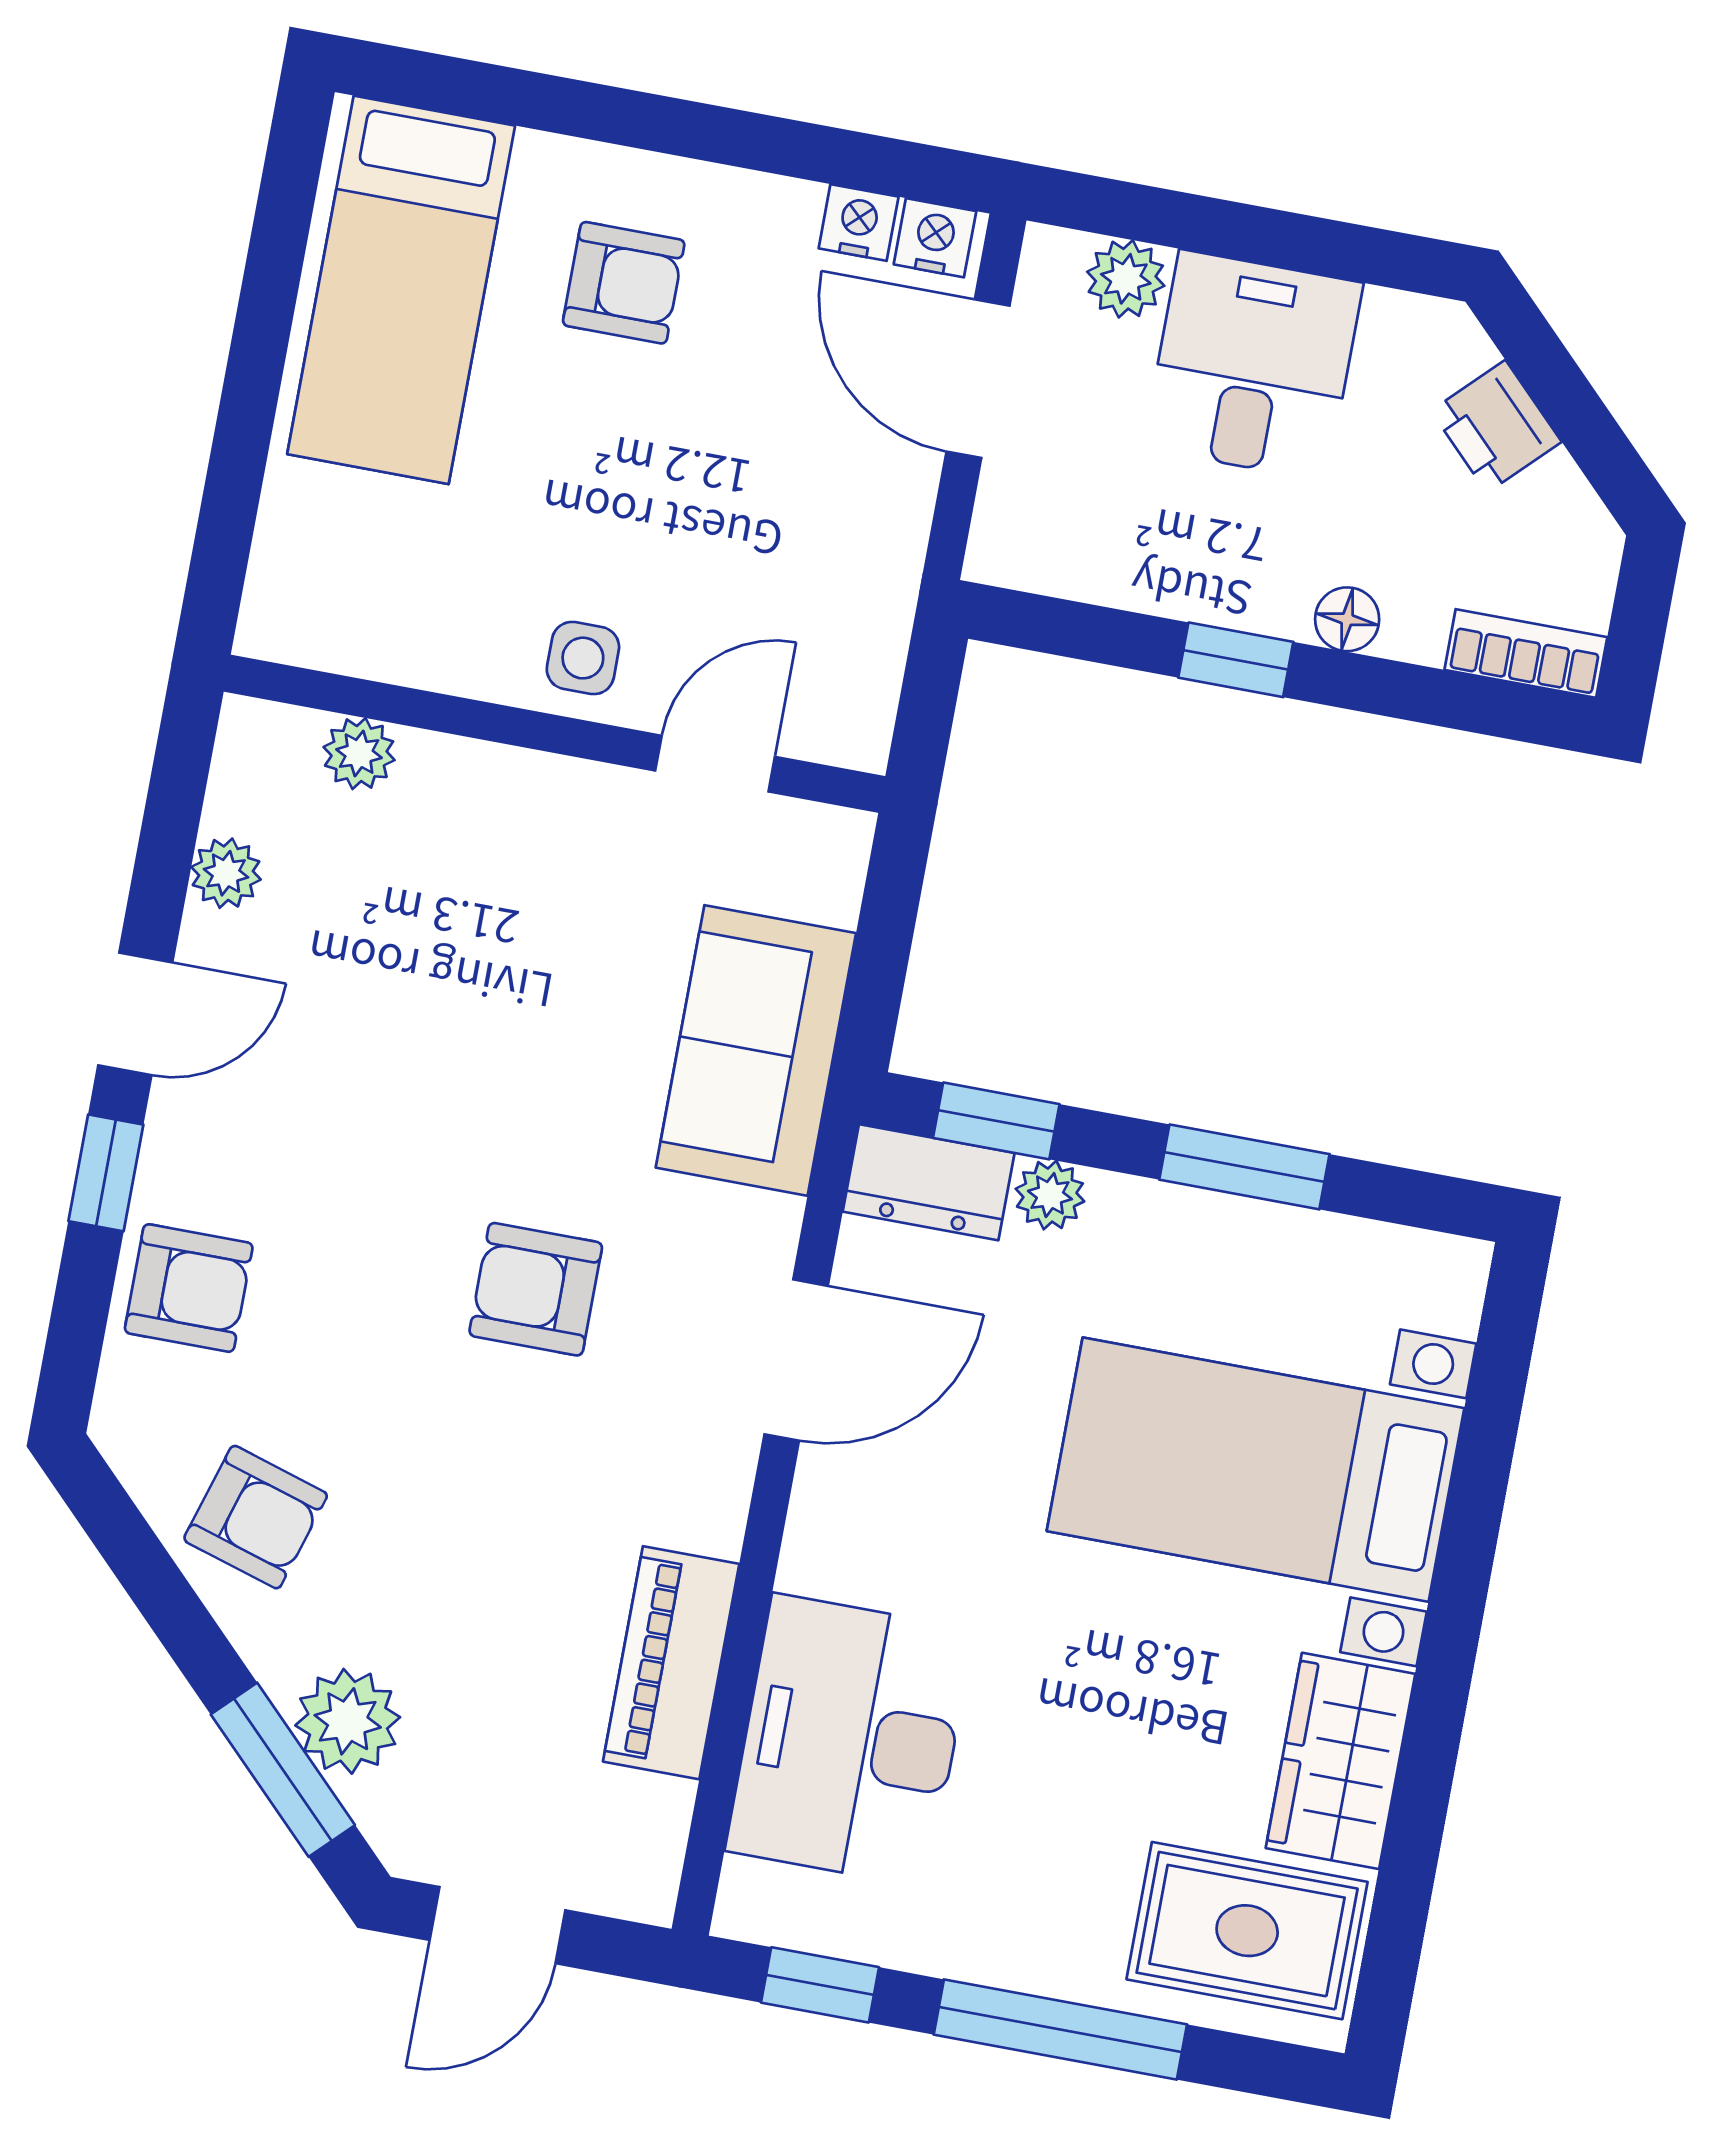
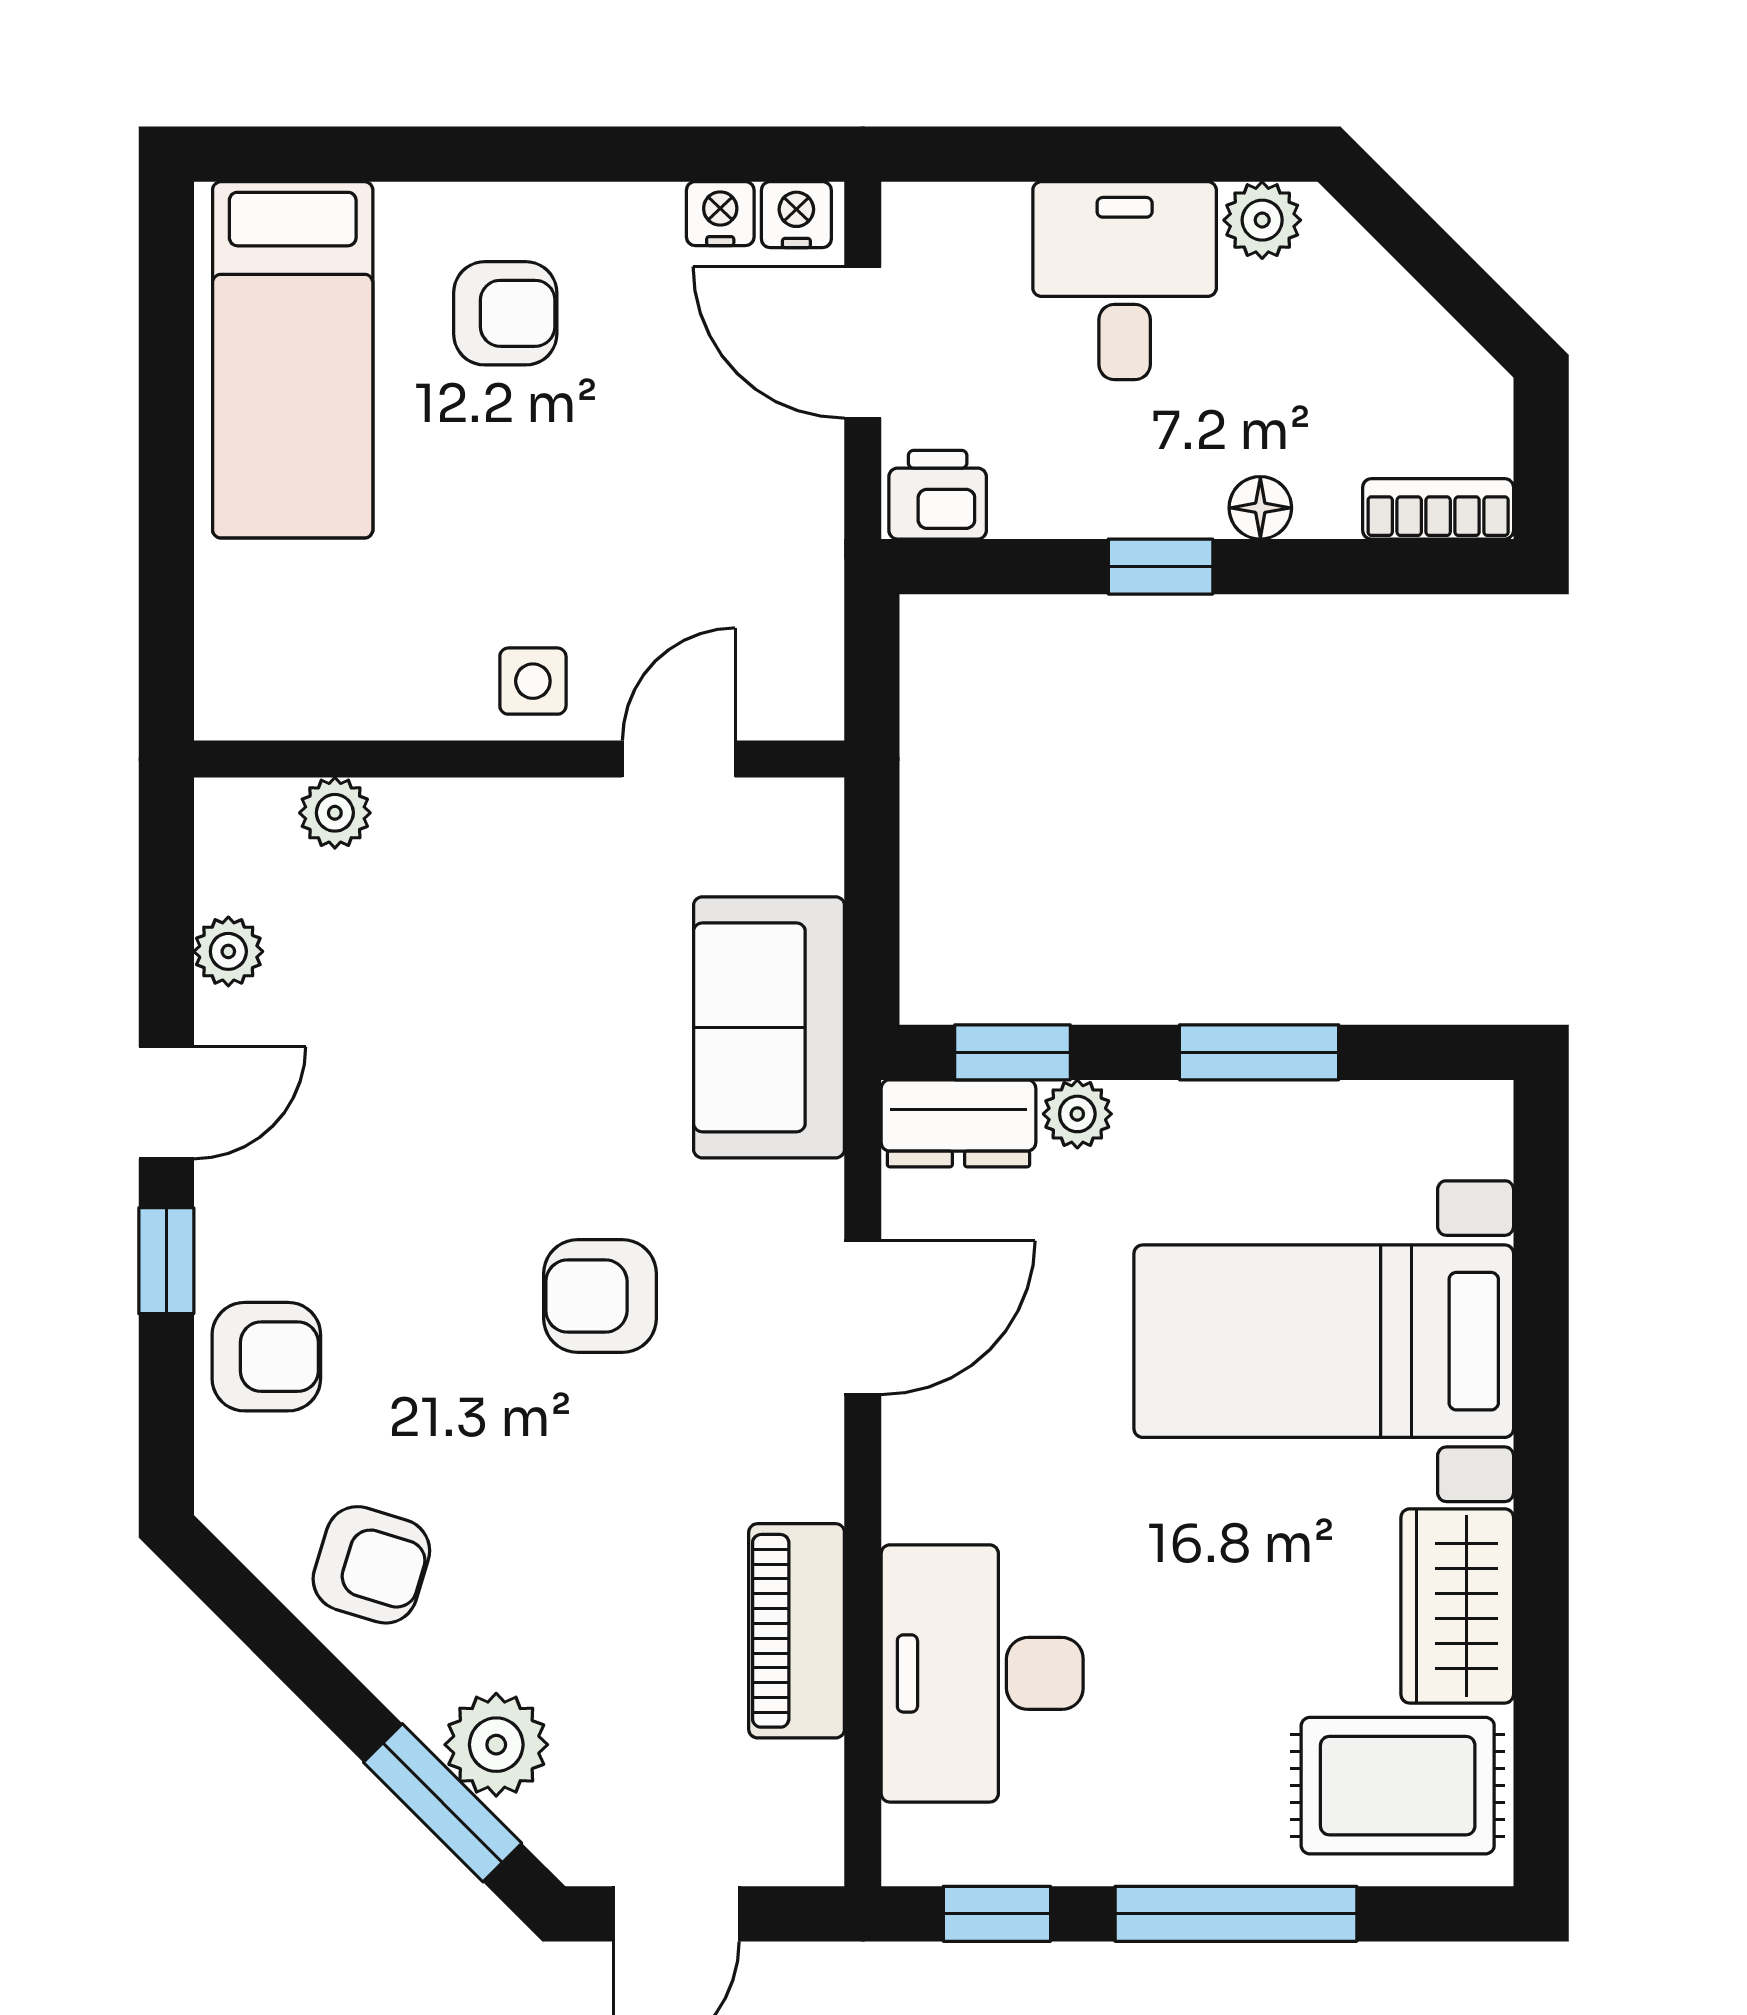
plant: (1126, 279) -> (1262, 220), moved
printer: (1496, 426) -> (938, 495), moved, turned 135

